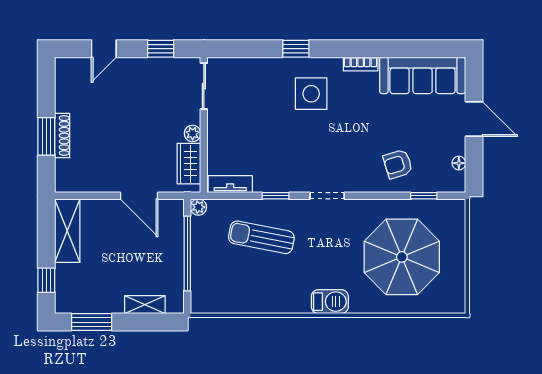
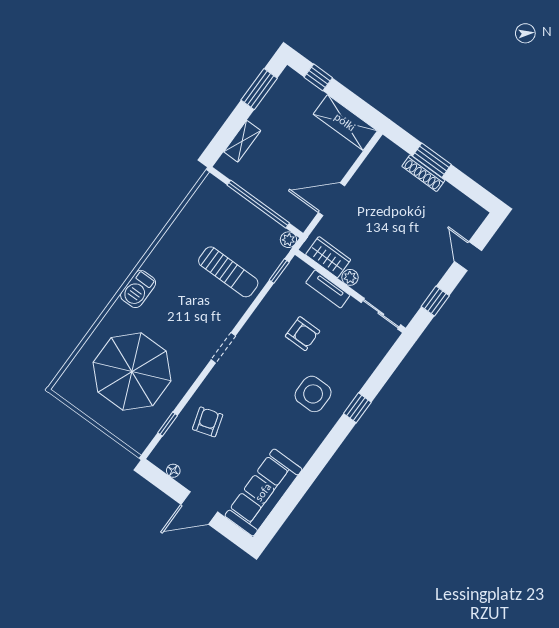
bookcase: (361, 64) -> (308, 450), removed
armchair: (268, 139) -> (303, 334), added
tv unit: (230, 184) -> (328, 289), moved, turned 90
window: (276, 196) -> (279, 271), moved
sun lounger: (261, 237) -> (228, 272), turned 79

